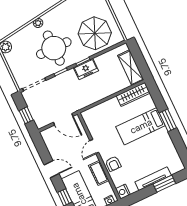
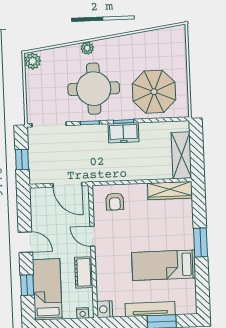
bed: (141, 126) -> (164, 265), moved
door: (94, 147) -> (92, 236), hinge flipped
armchair: (113, 164) -> (115, 201), moved

